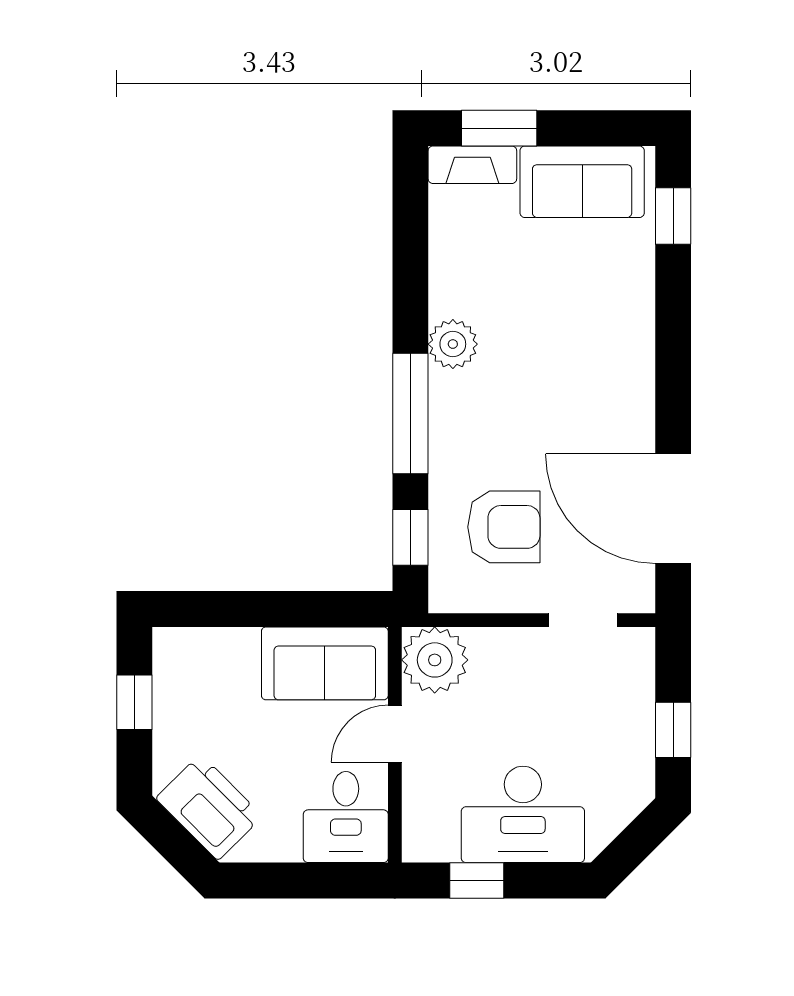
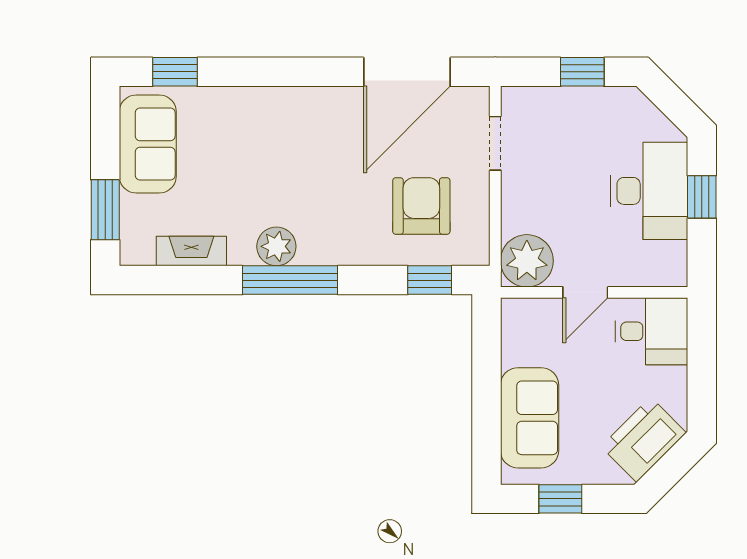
fireplace: (472, 165) -> (191, 251), moved, turned -90
window: (410, 413) -> (290, 280), moved
sofa: (325, 663) -> (530, 418), moved
door: (395, 734) -> (585, 292), hinge flipped
window: (477, 881) -> (702, 197), moved

